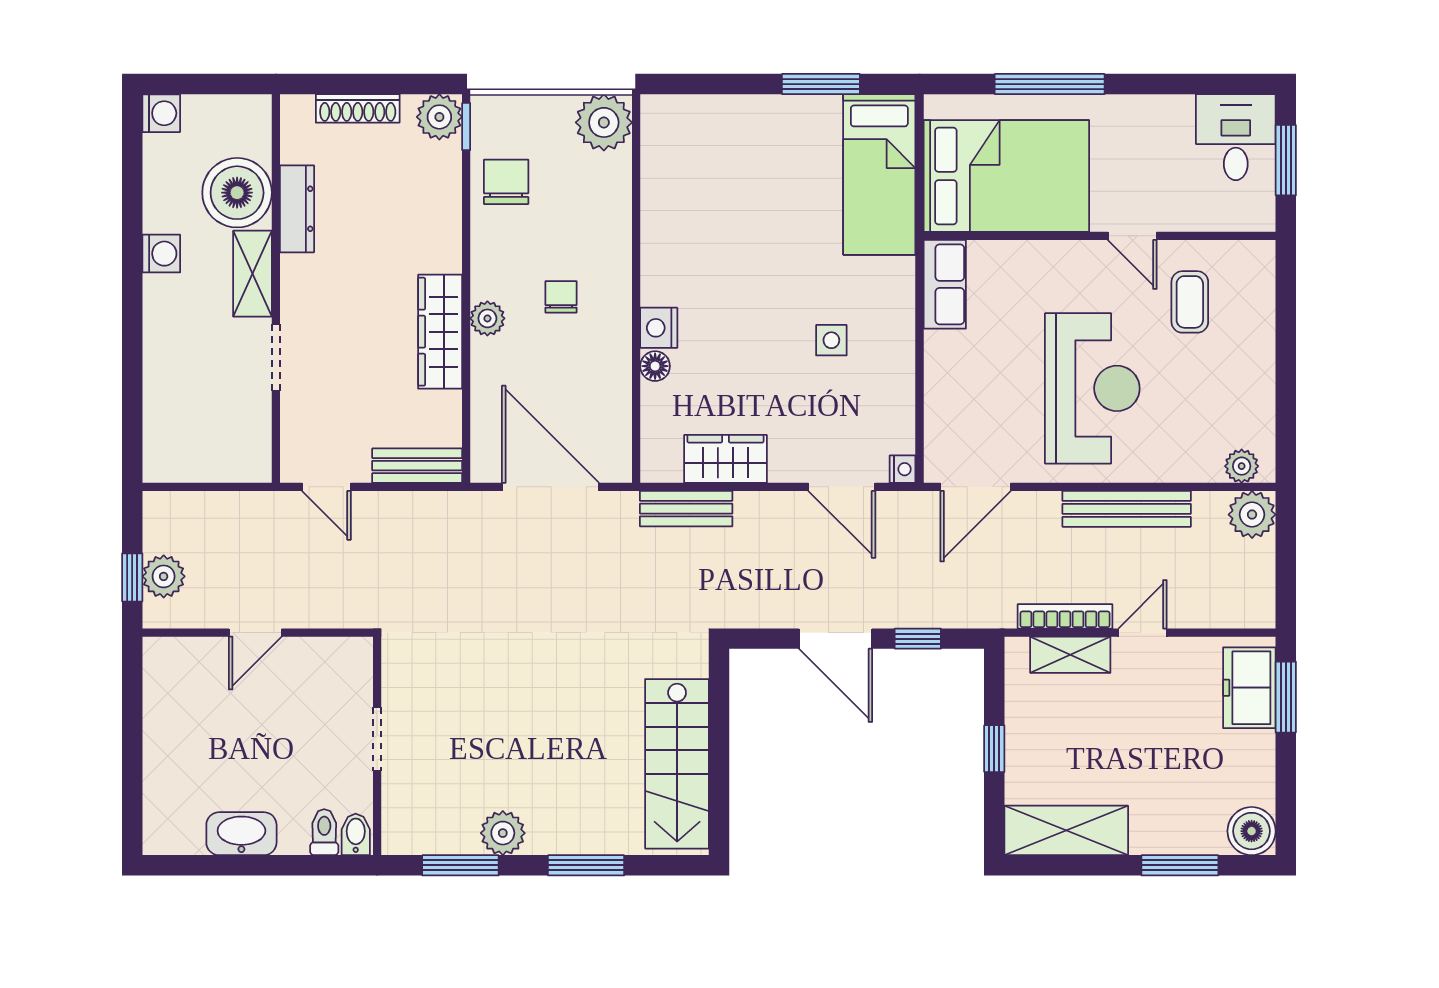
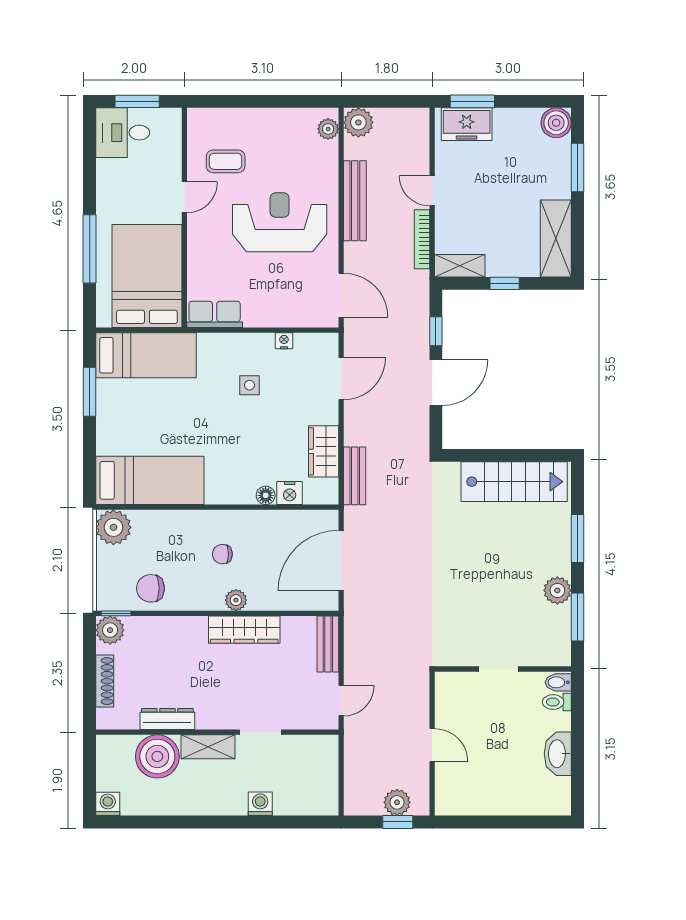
bed: (679, 181) -> (150, 480), added
washing machine: (161, 254) -> (260, 804), moved
nightstand: (659, 328) -> (290, 493), moved
nightstand: (903, 469) -> (284, 341), moved
shelving: (1070, 655) -> (460, 266), moved, turned 90

